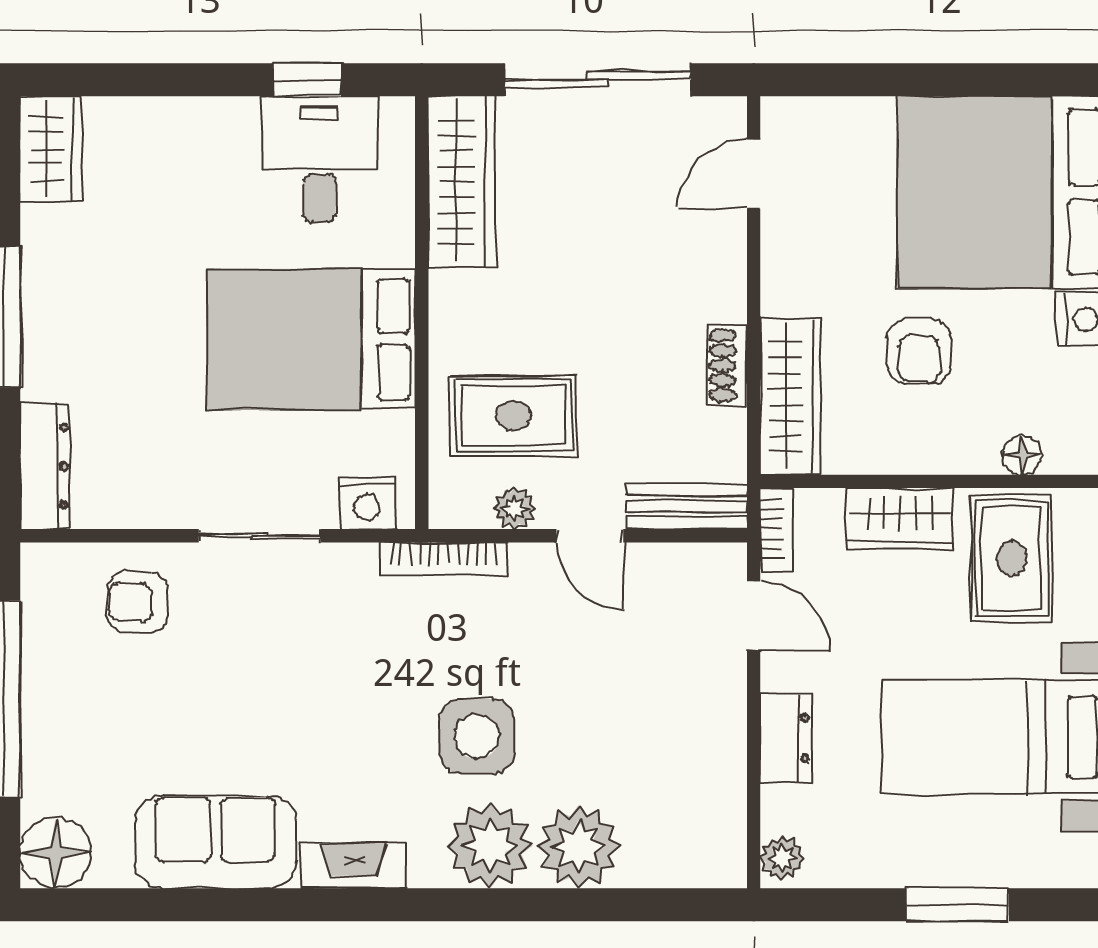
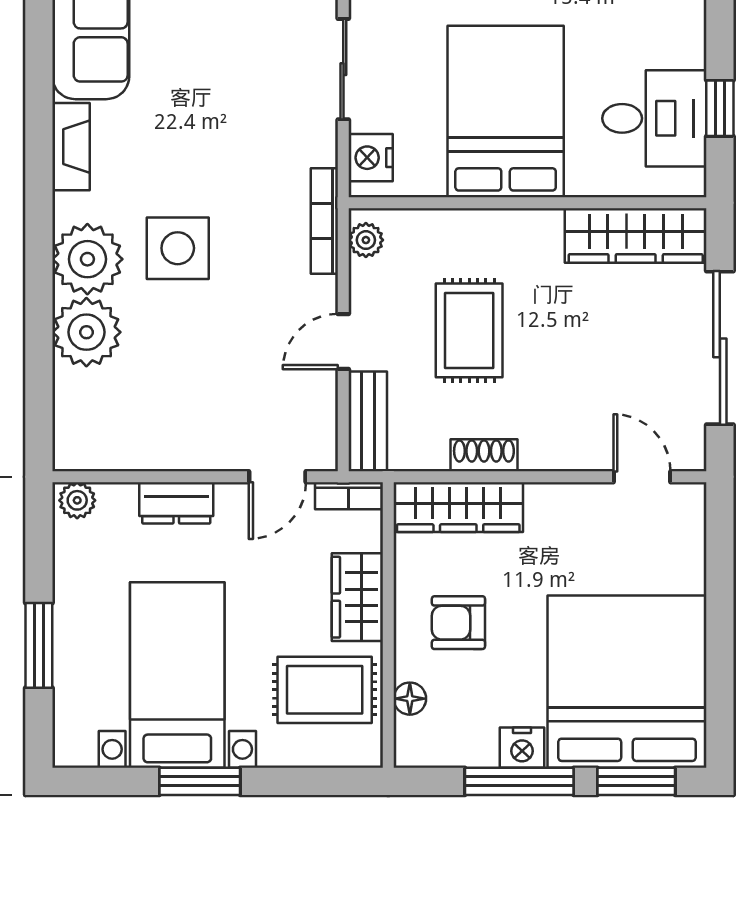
armchair: (919, 351) -> (458, 623), moved
rug: (513, 416) -> (469, 330), moved
plant: (515, 508) -> (366, 240), moved

